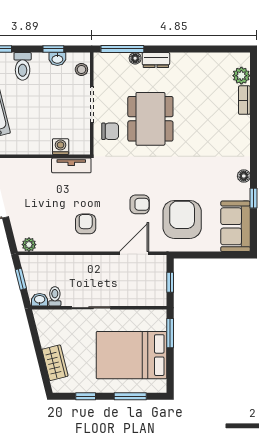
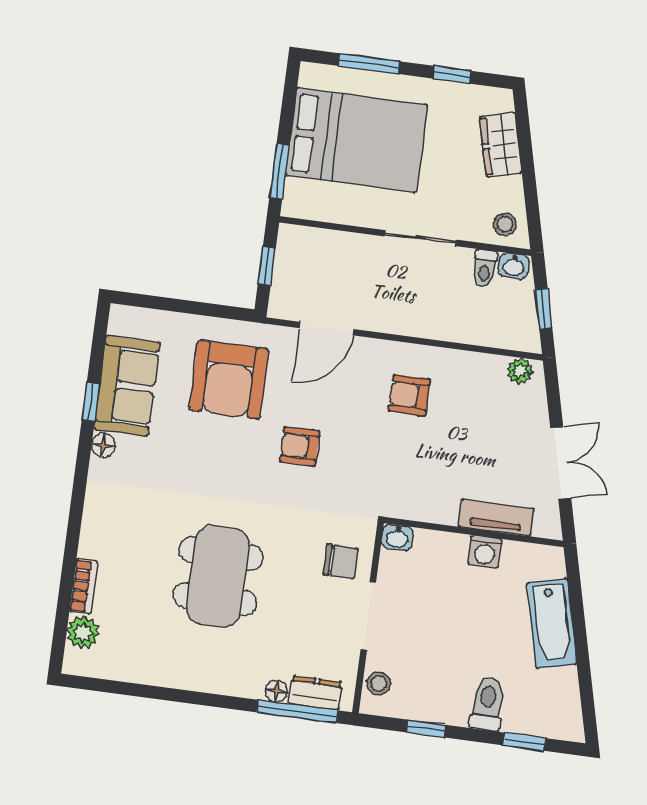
washbasin: (57, 59) -> (397, 537), moved, turned 180
dresser: (156, 60) -> (315, 693), moved
dining table: (150, 119) -> (218, 576), moved
chair: (110, 131) -> (341, 561), turned 180
washing machine: (61, 147) -> (485, 552), moved
tv unit: (71, 165) -> (496, 518), moved
armchair: (140, 204) -> (300, 446), moved
armchair: (86, 224) -> (409, 395), turned 90
sofa: (235, 226) -> (127, 386), moved
stool: (47, 321) -> (505, 224), added

